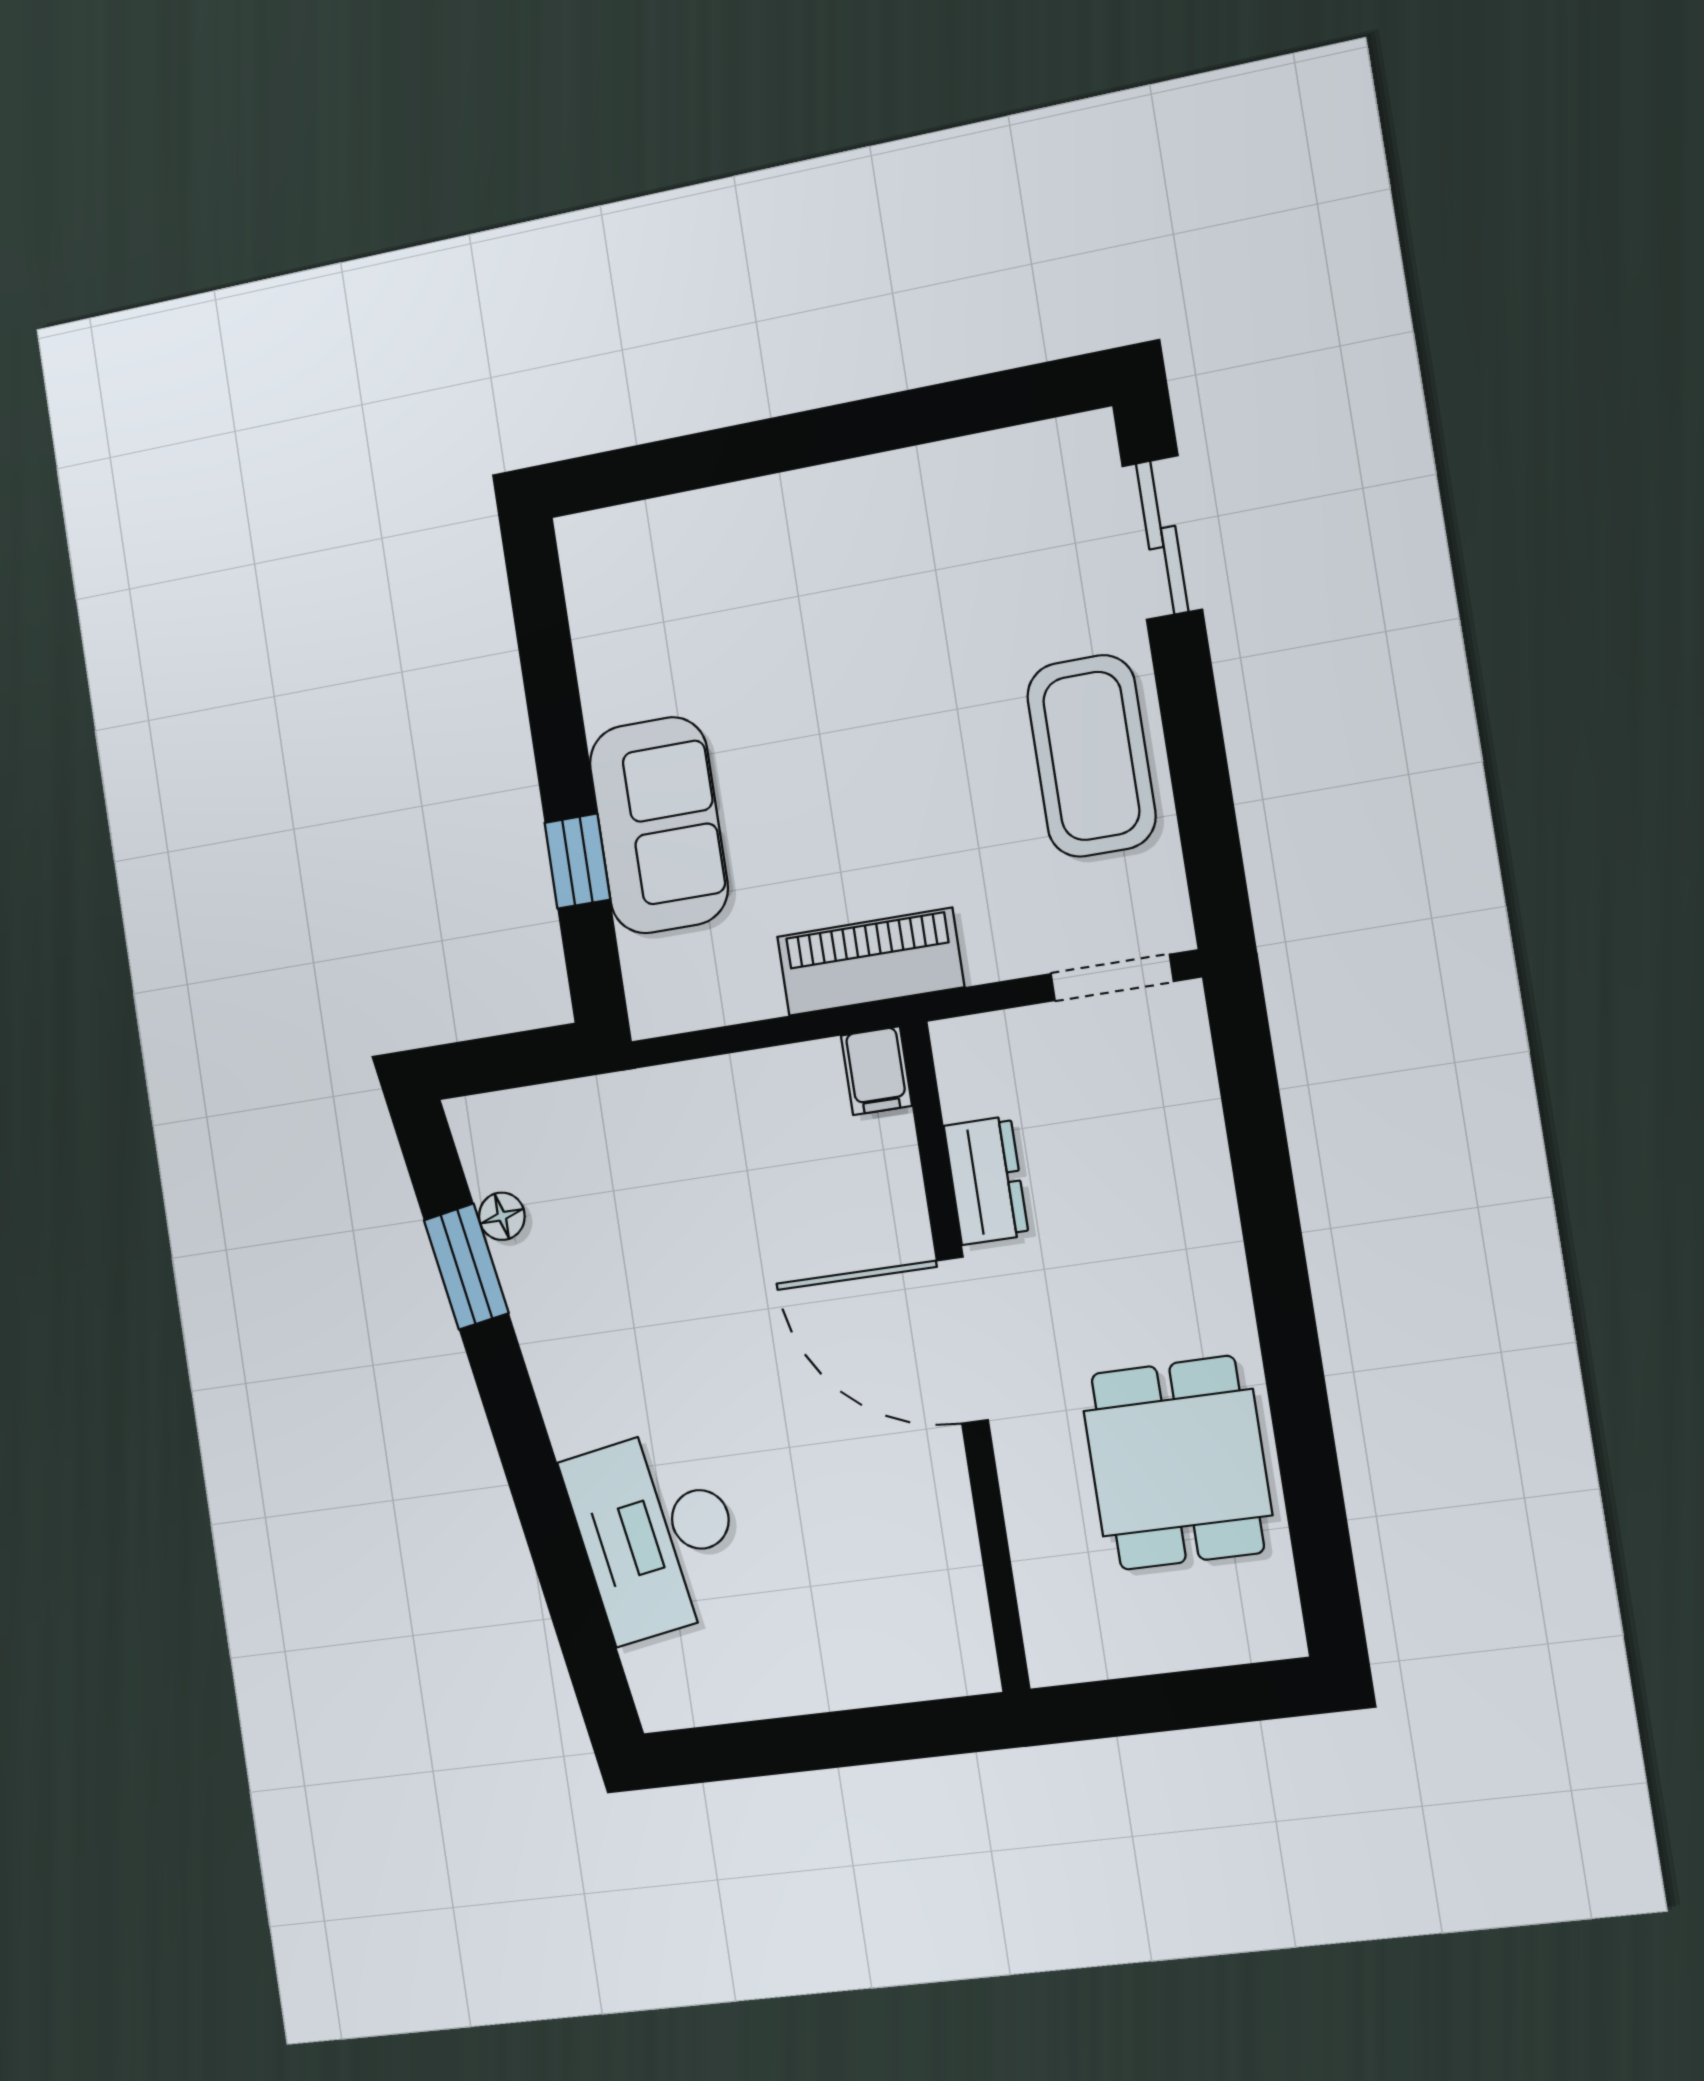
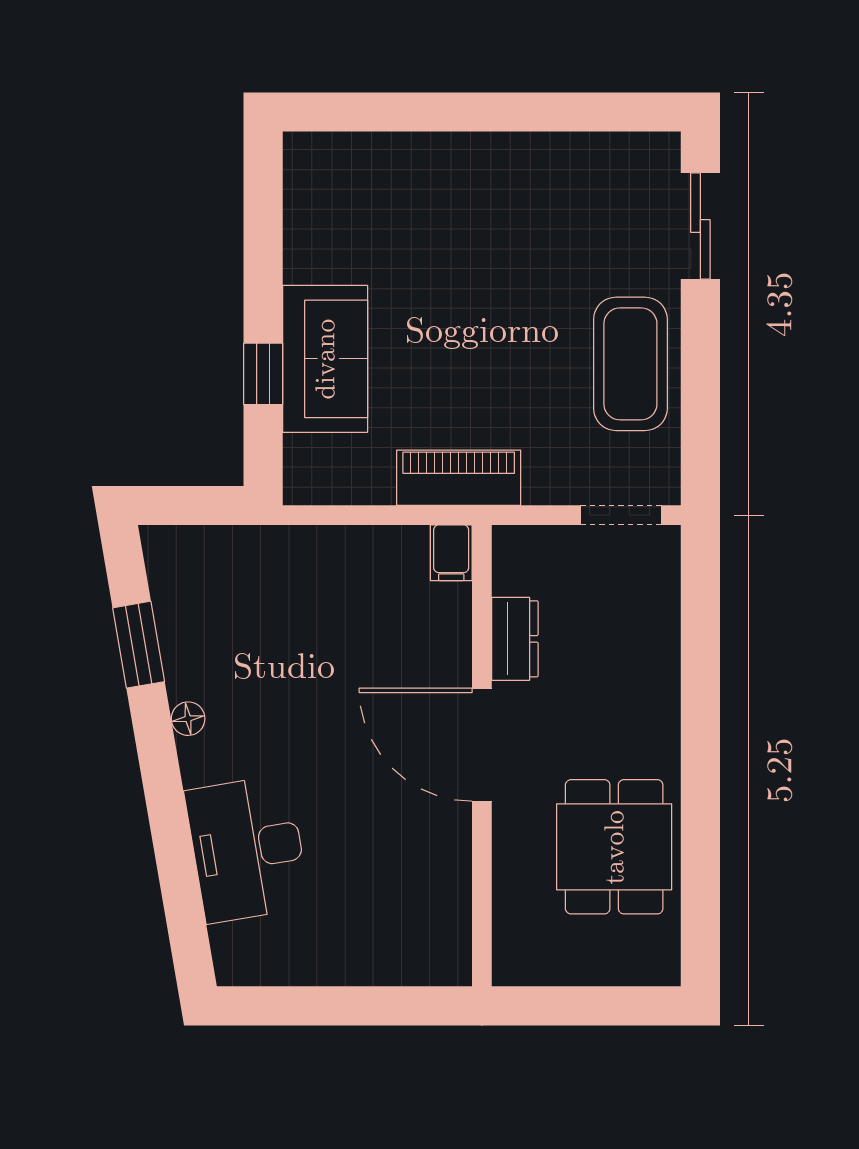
floor lamp: (502, 1216) -> (188, 719), moved

